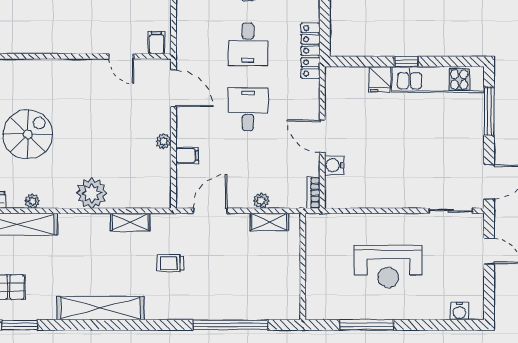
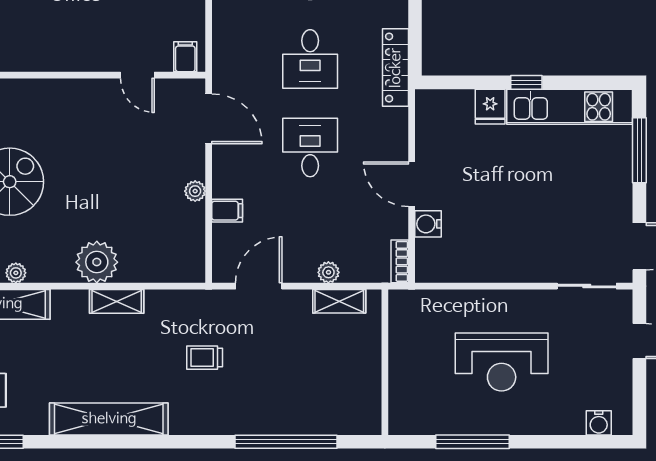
shelving: (130, 222) -> (117, 301), moved

